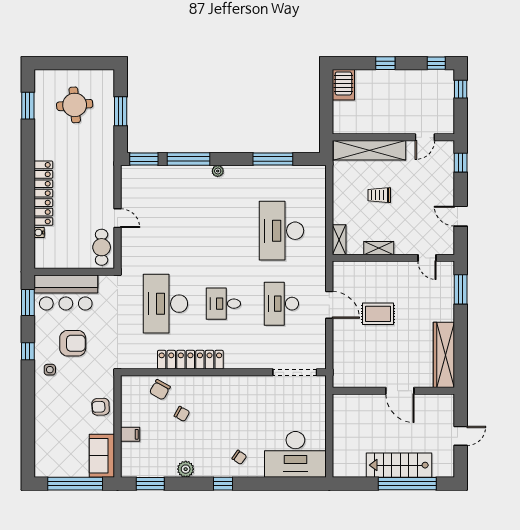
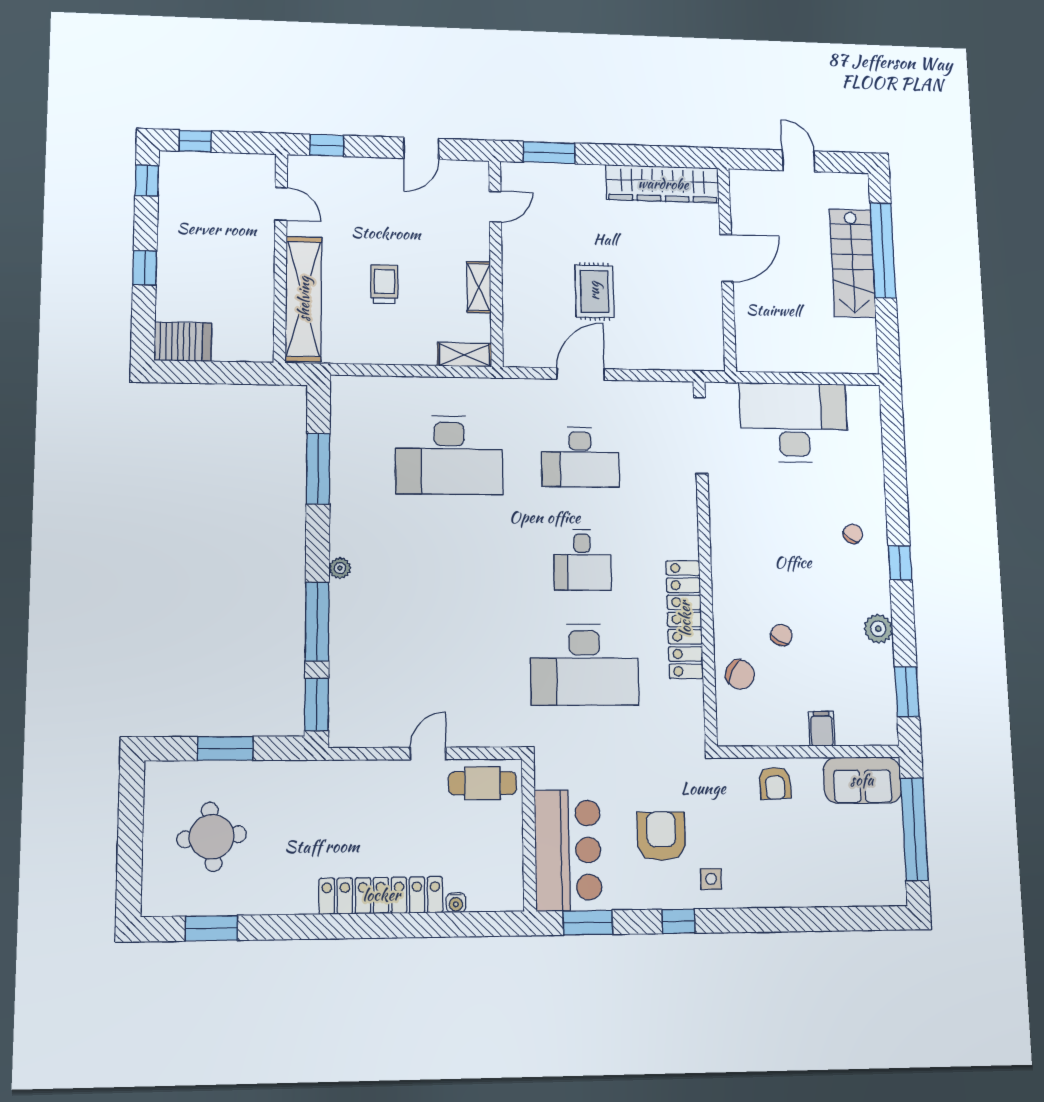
trolley: (379, 195) -> (384, 284), turned 180
desk: (295, 454) -> (794, 423), moved, turned -90

